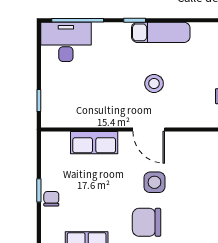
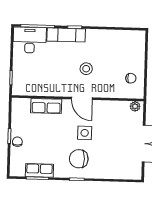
exam couch: (161, 32) -> (66, 35), moved

